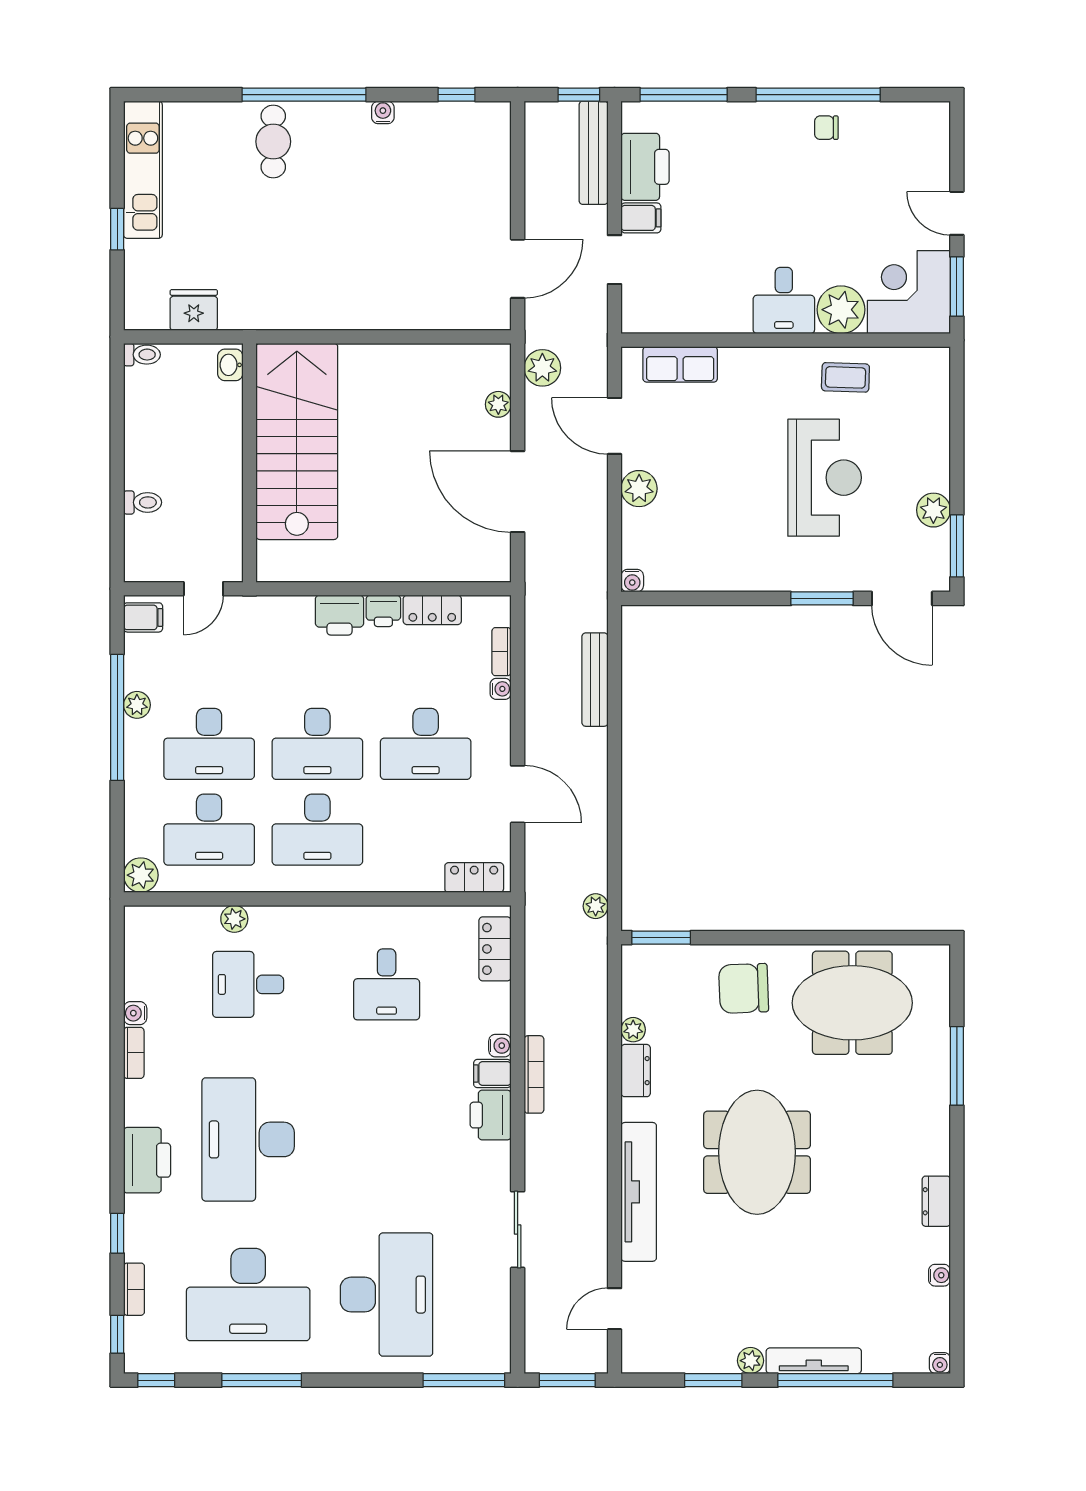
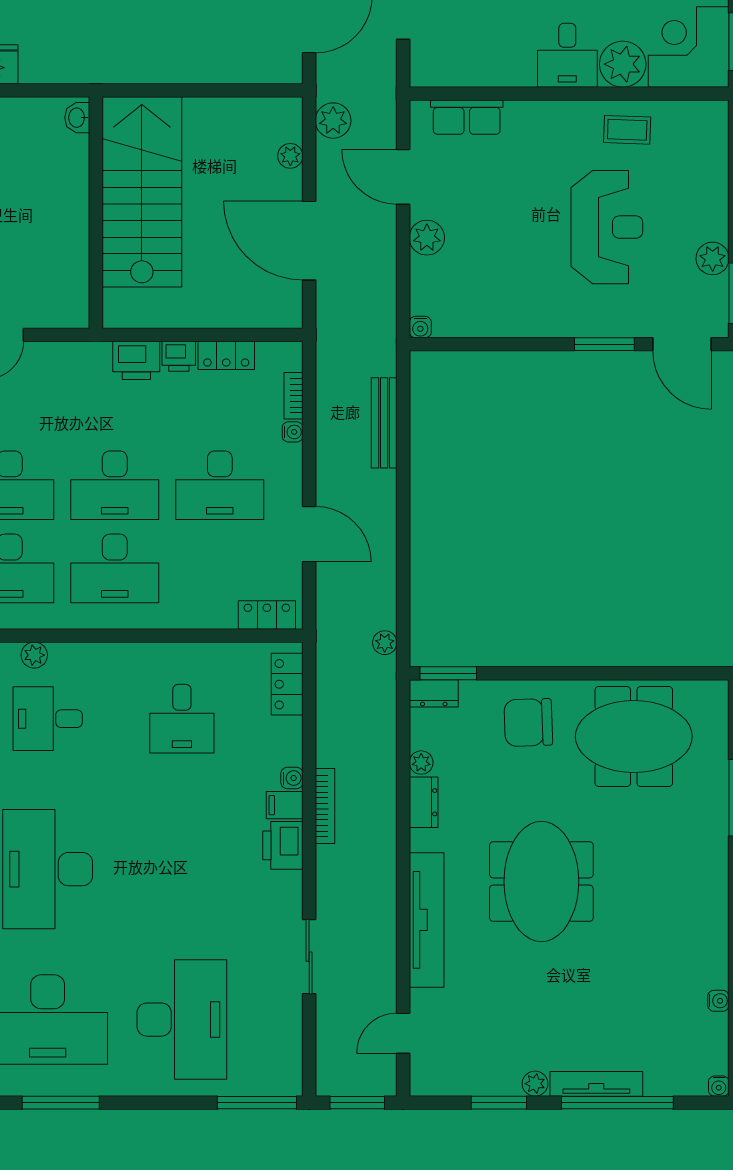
washbasin: (230, 365) -> (77, 118), moved
stairs: (297, 441) -> (142, 192), moved
wall: (250, 463) -> (96, 213), moved
dresser: (936, 1201) -> (434, 693), moved, turned -90

